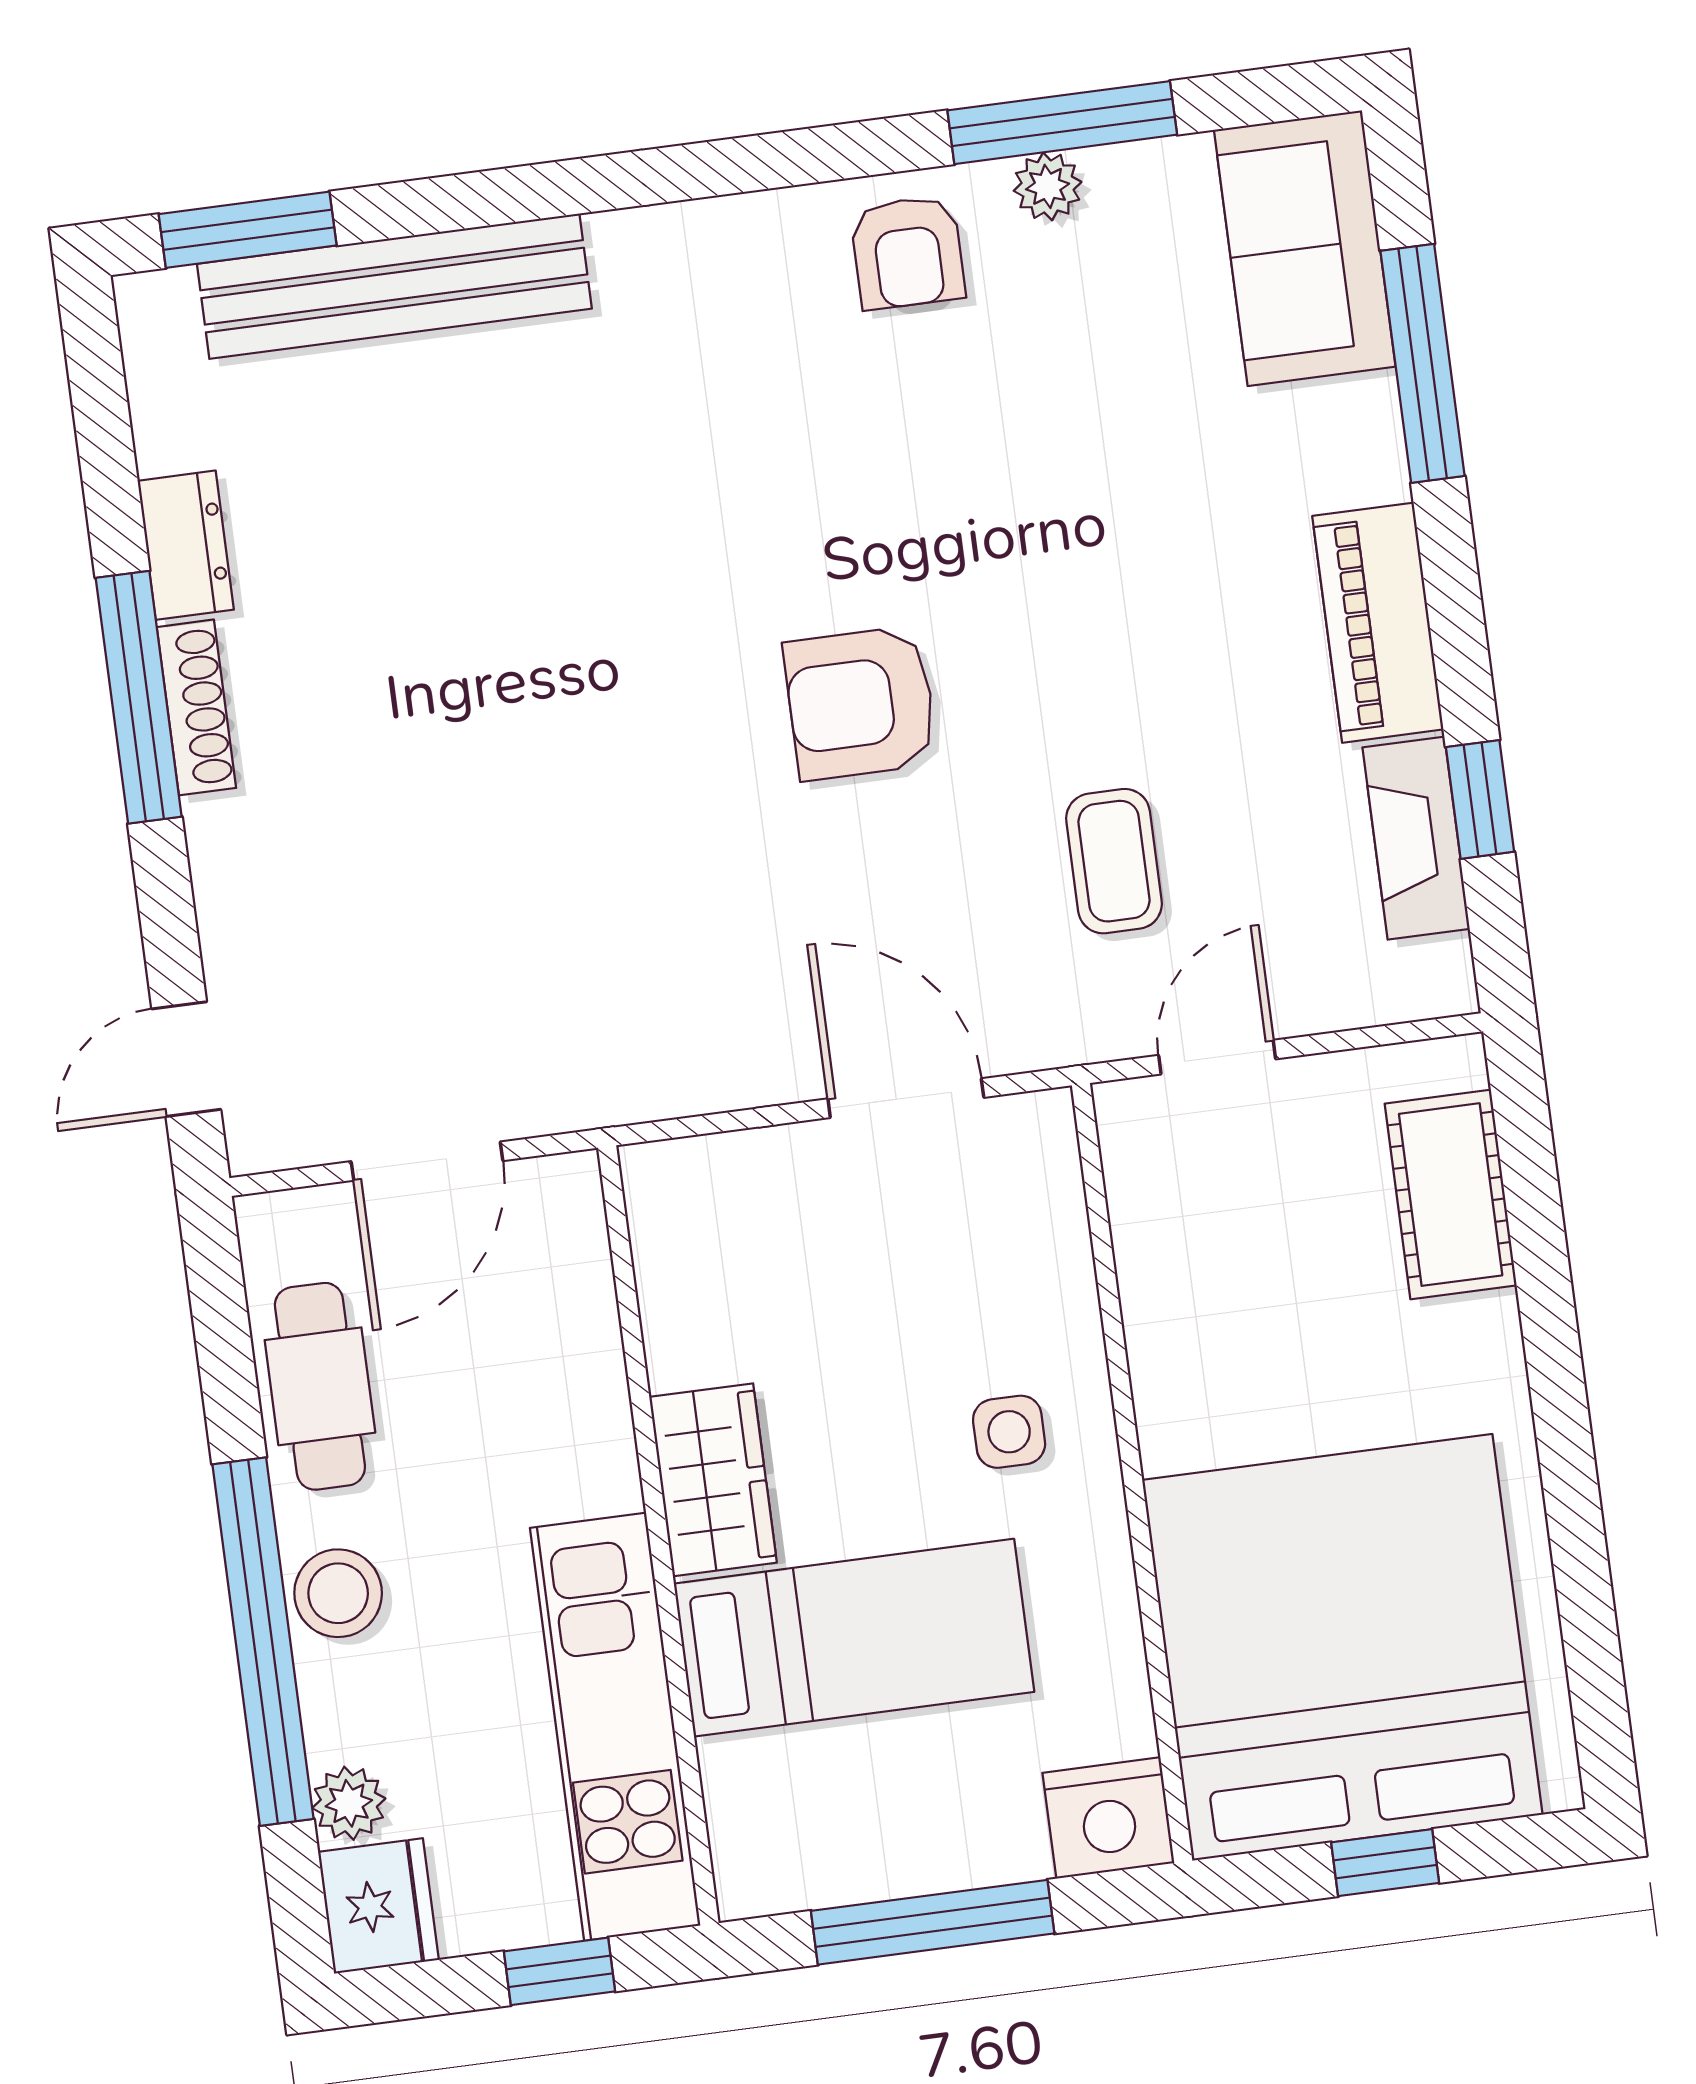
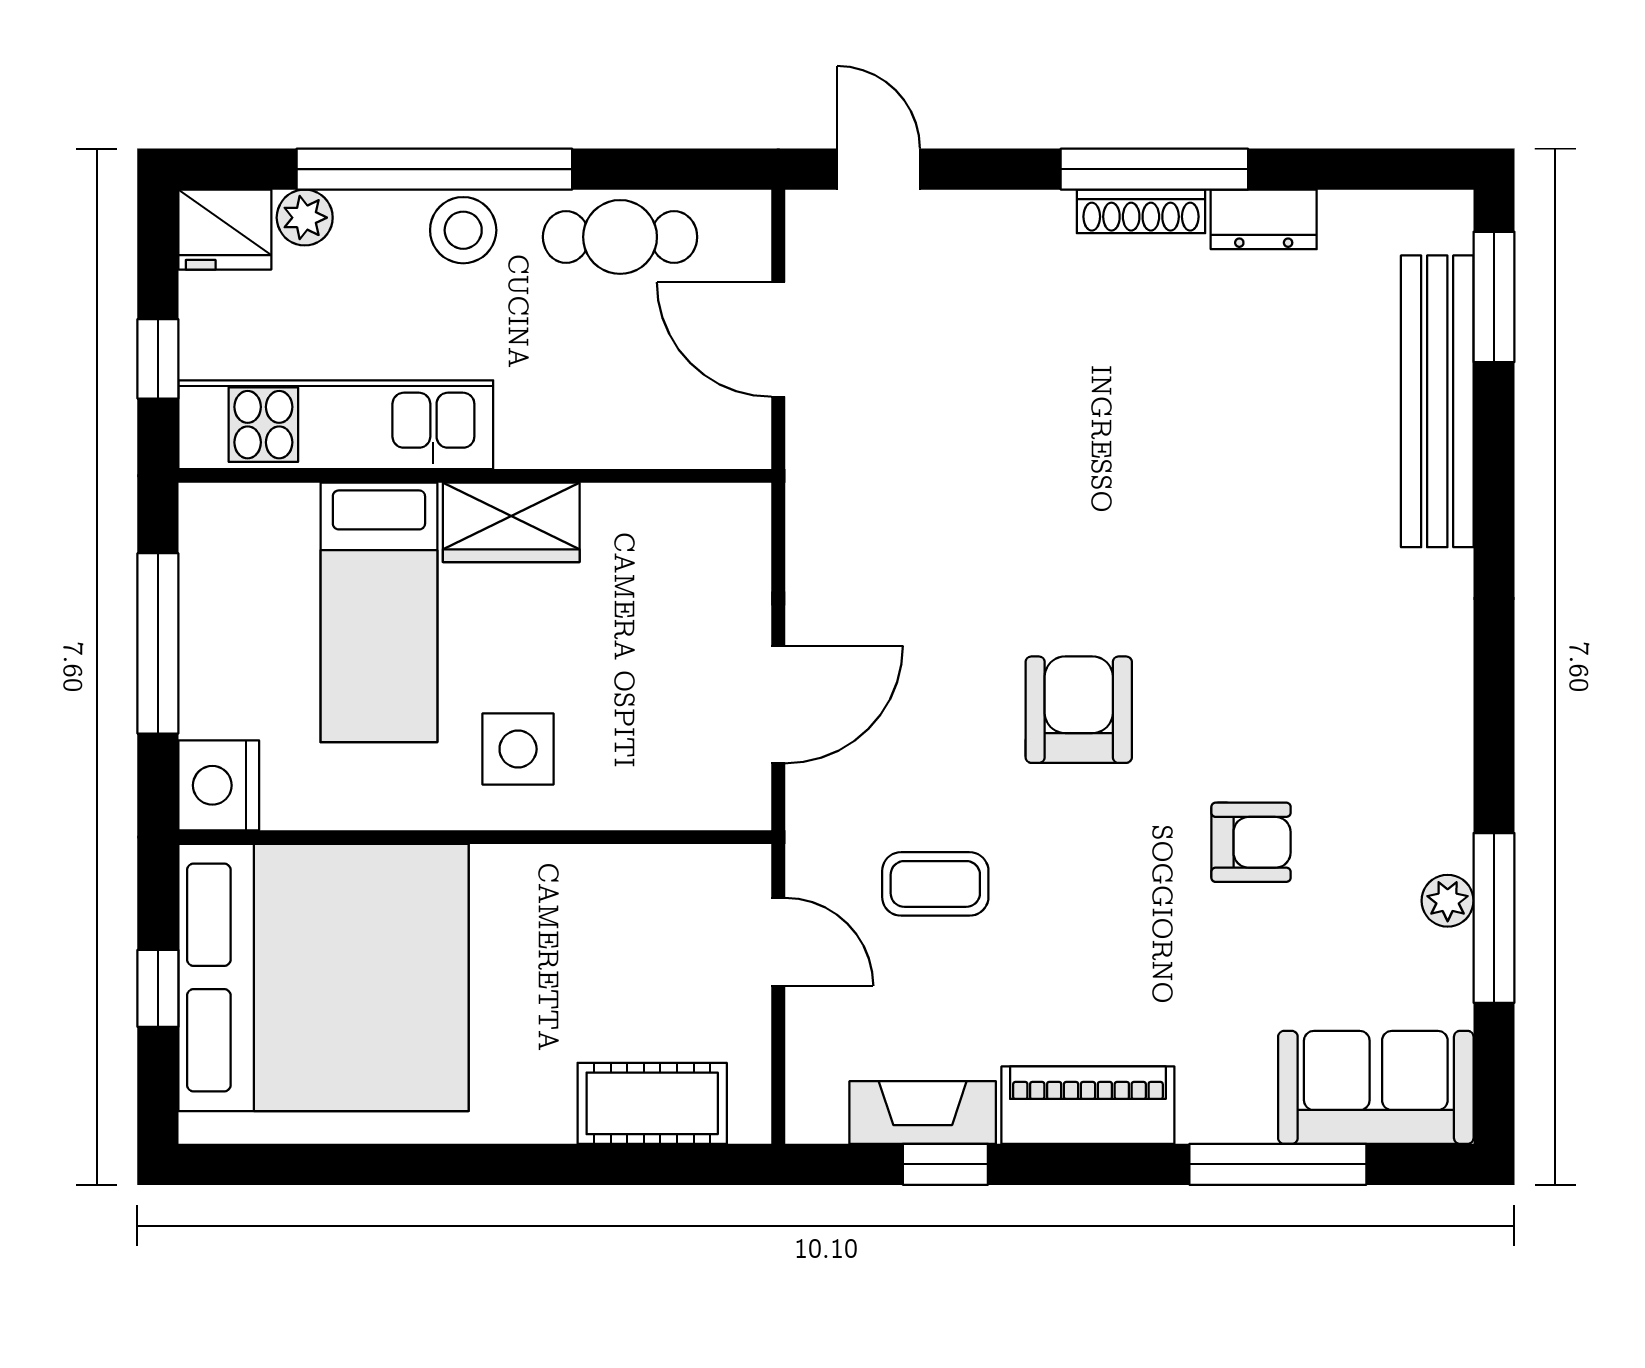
armchair: (908, 252) -> (1251, 842), moved, turned 180
side table: (1009, 1432) -> (518, 749), width x1.37, depth x1.37

